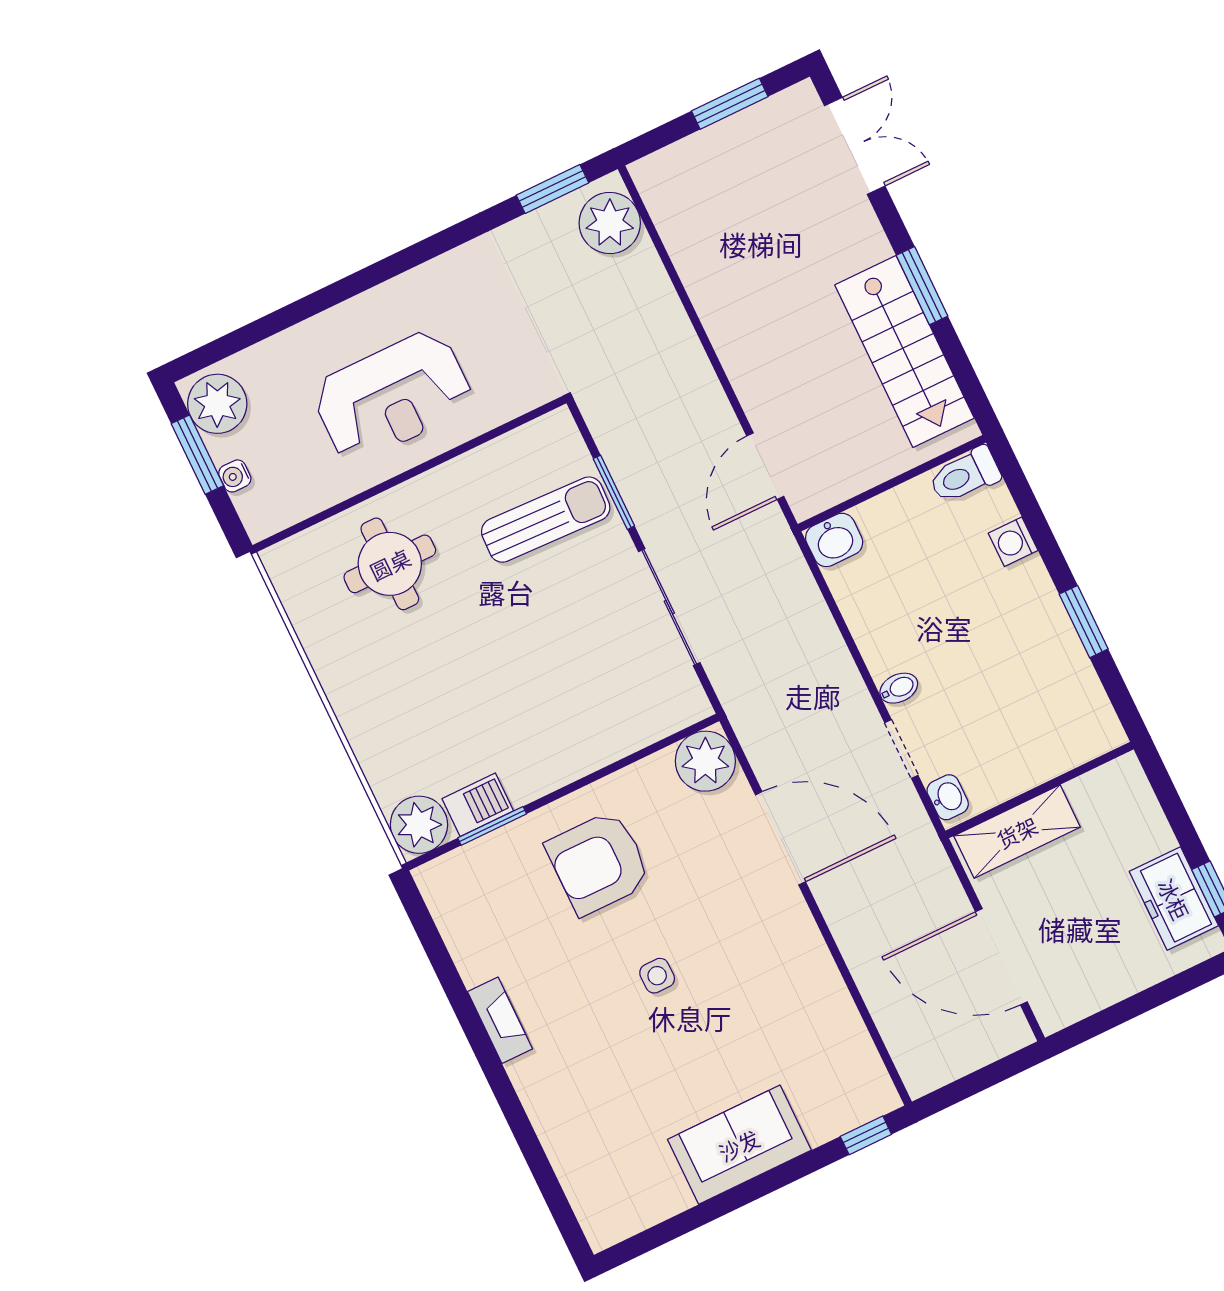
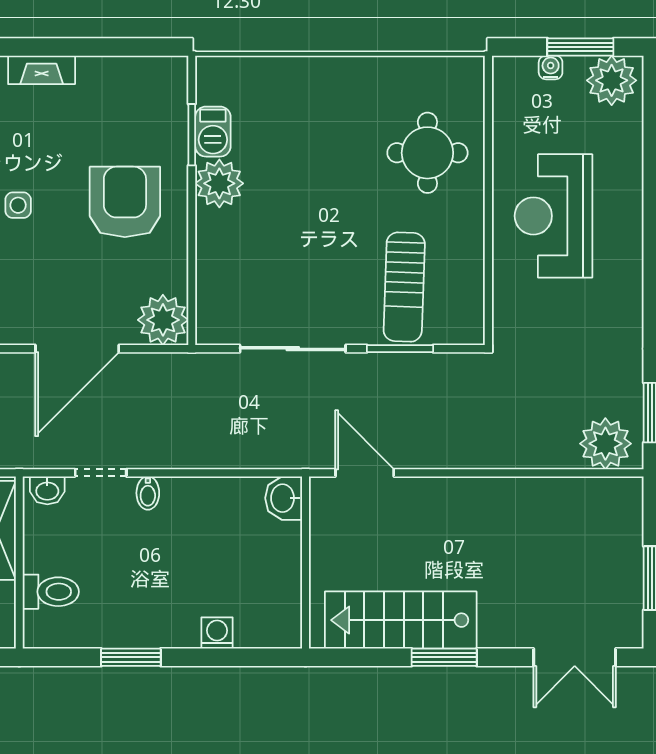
toilet: (965, 475) -> (51, 592), moved, turned 90
plant: (419, 825) -> (219, 183), moved

